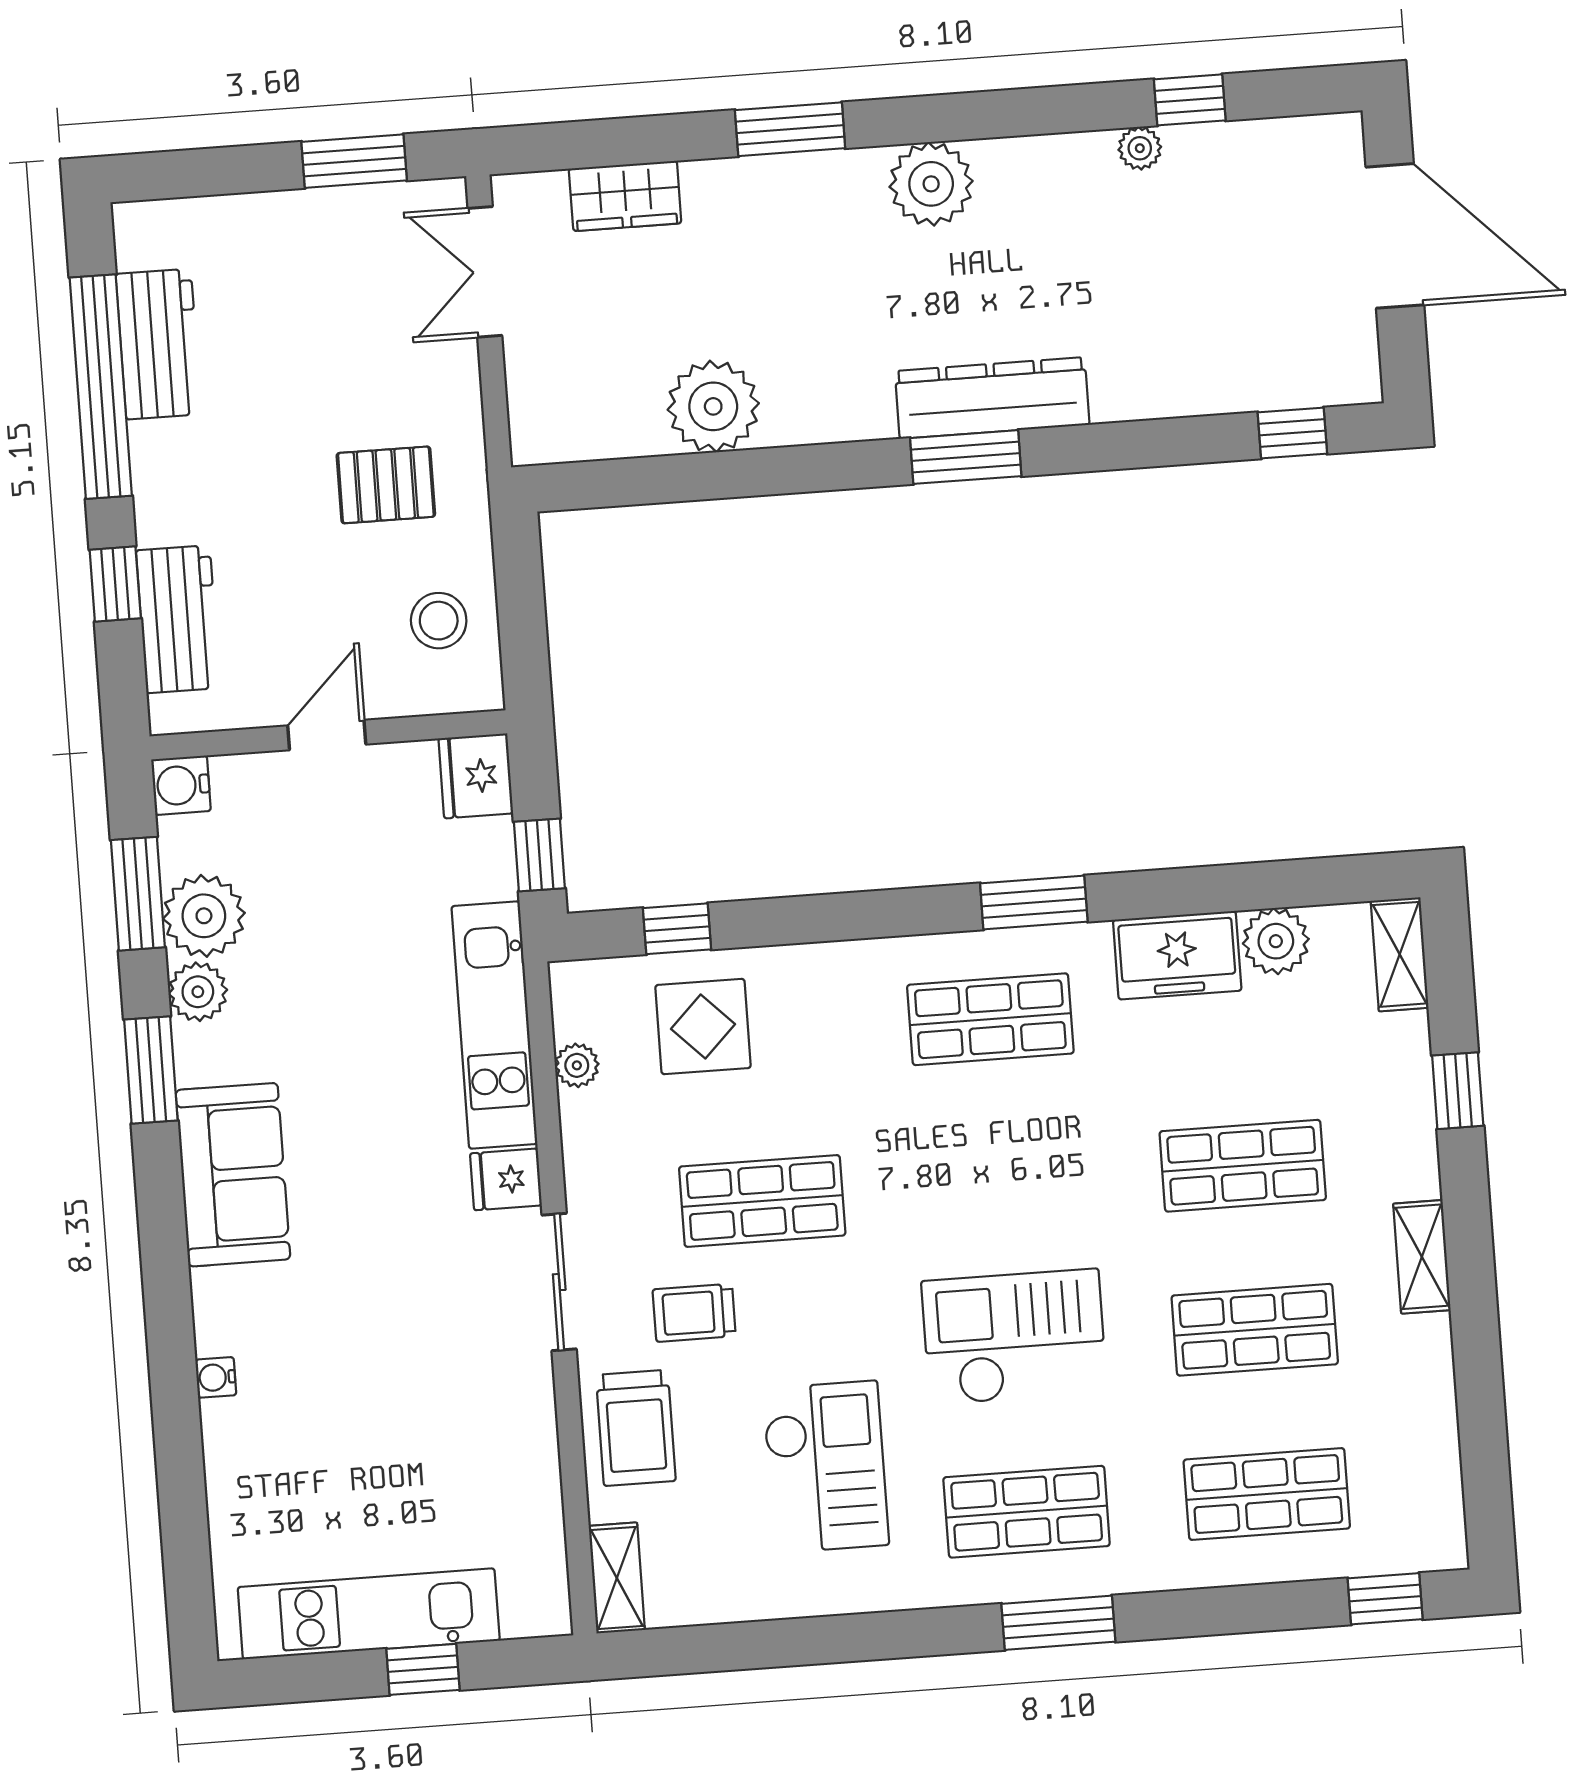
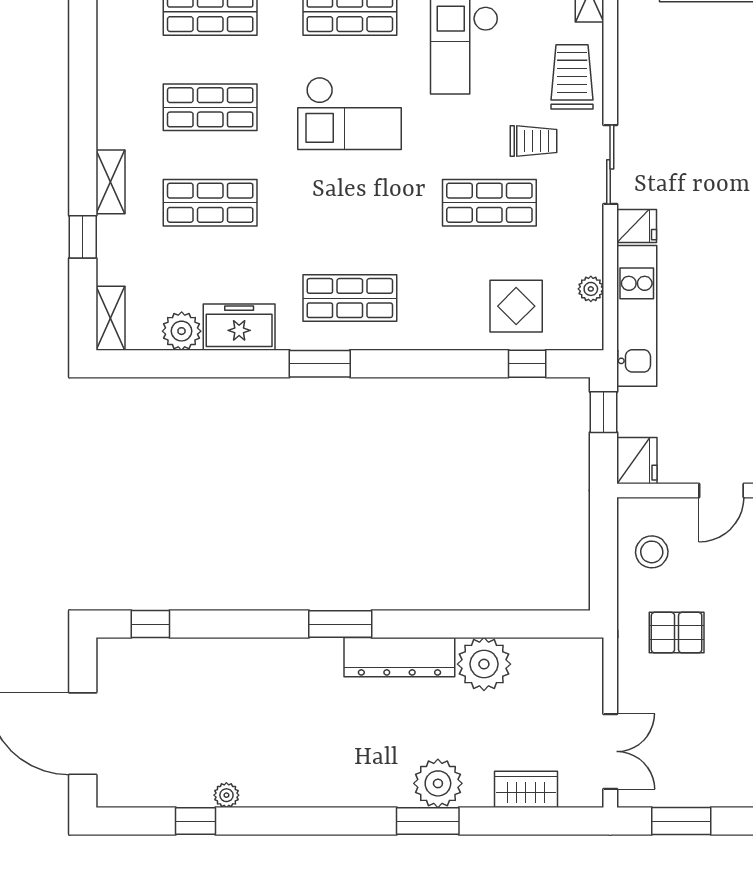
plant: (931, 184) -> (438, 783), moved
dresser: (992, 398) -> (399, 657), moved
shelving: (1422, 1257) -> (110, 182), moved

